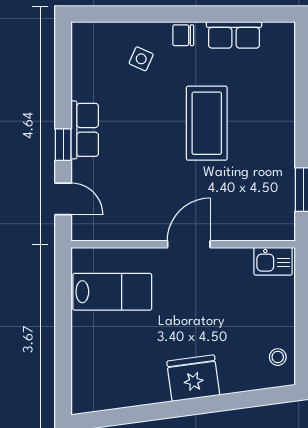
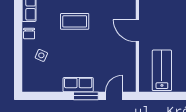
coffee table: (207, 123) -> (75, 21), width x0.73, depth x0.76
window: (63, 145) -> (86, 96), width x1.50

